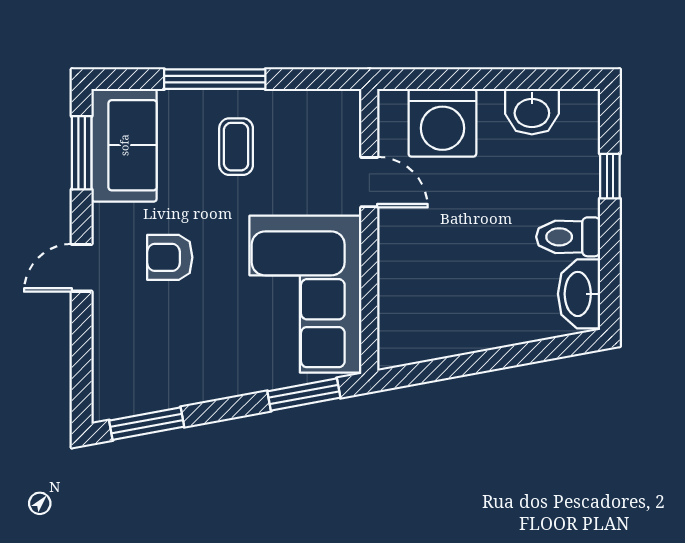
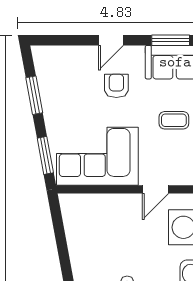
door: (82, 268) -> (111, 40), swing flipped
window: (147, 424) -> (34, 95), moved

